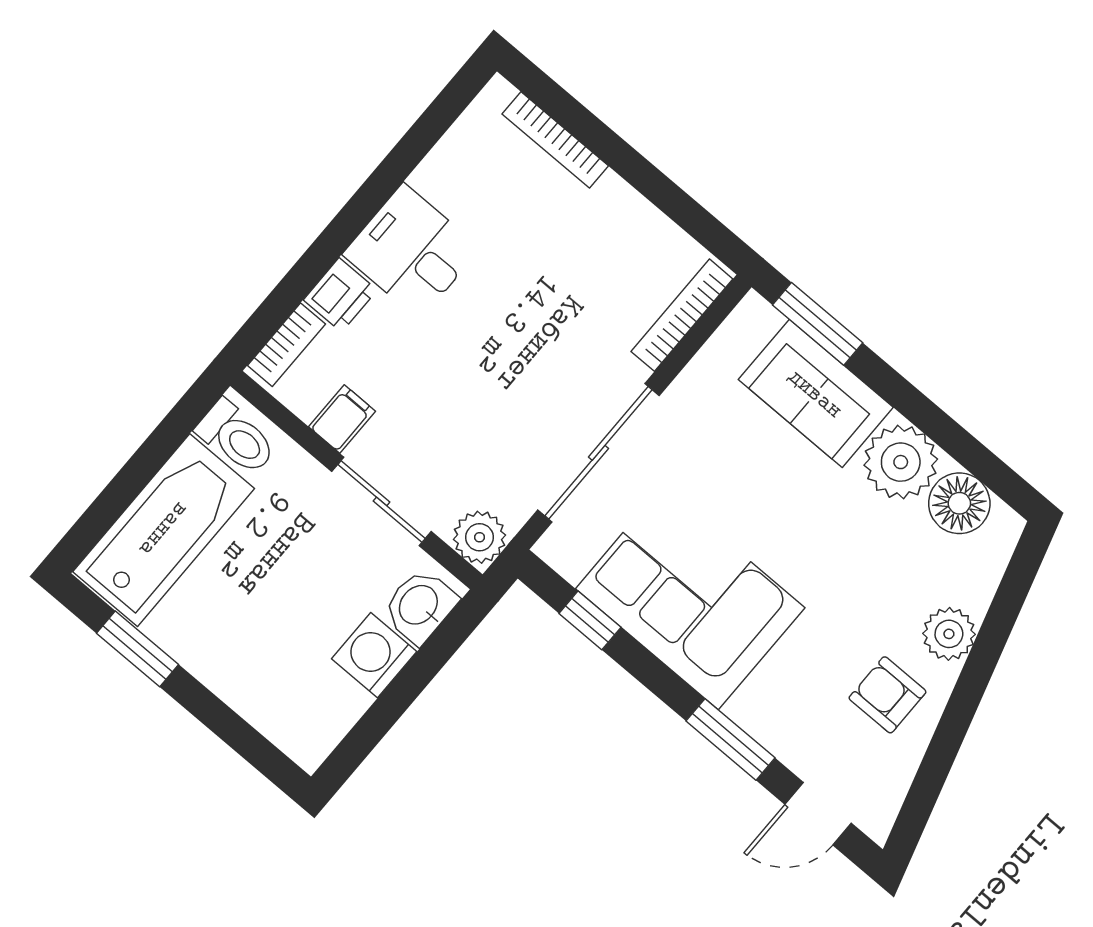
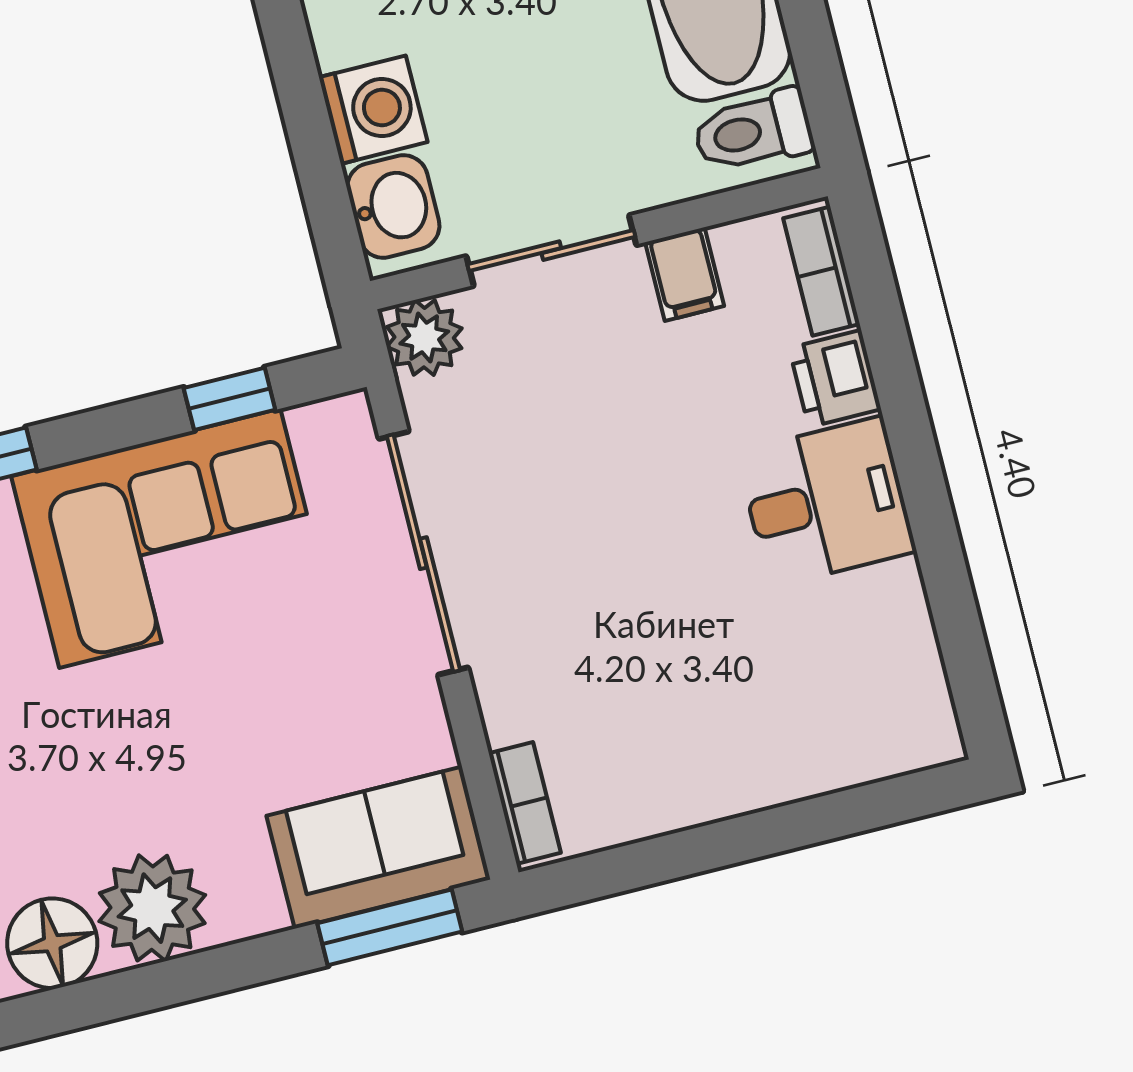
bookcase: (555, 140) -> (836, 770), removed
bookcase: (682, 315) -> (525, 803), width x0.64
sofa: (816, 393) -> (378, 848), moved

